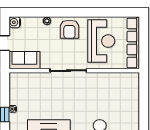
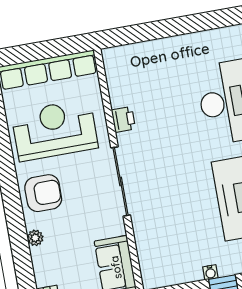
printer: (100, 78) -> (123, 119), added

